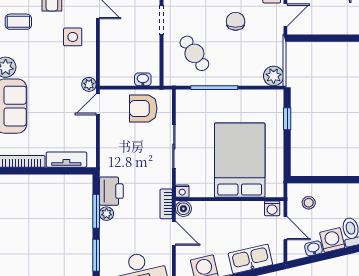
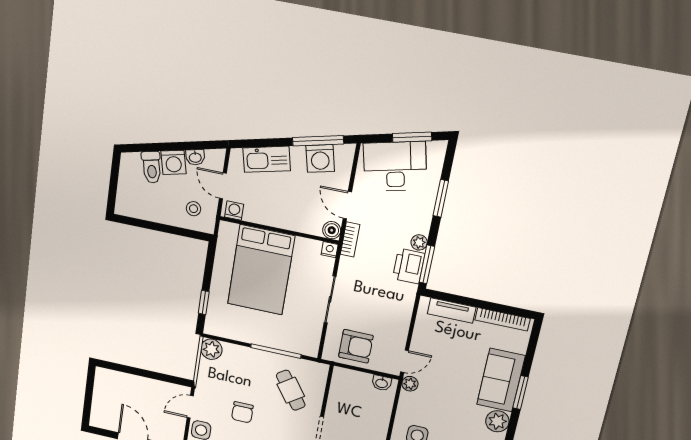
washbasin: (143, 79) -> (382, 383), moved
window: (96, 211) -> (427, 264), moved

